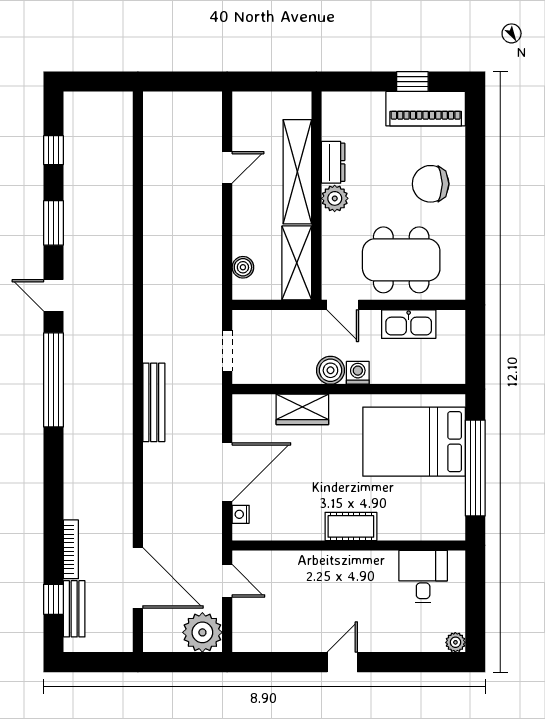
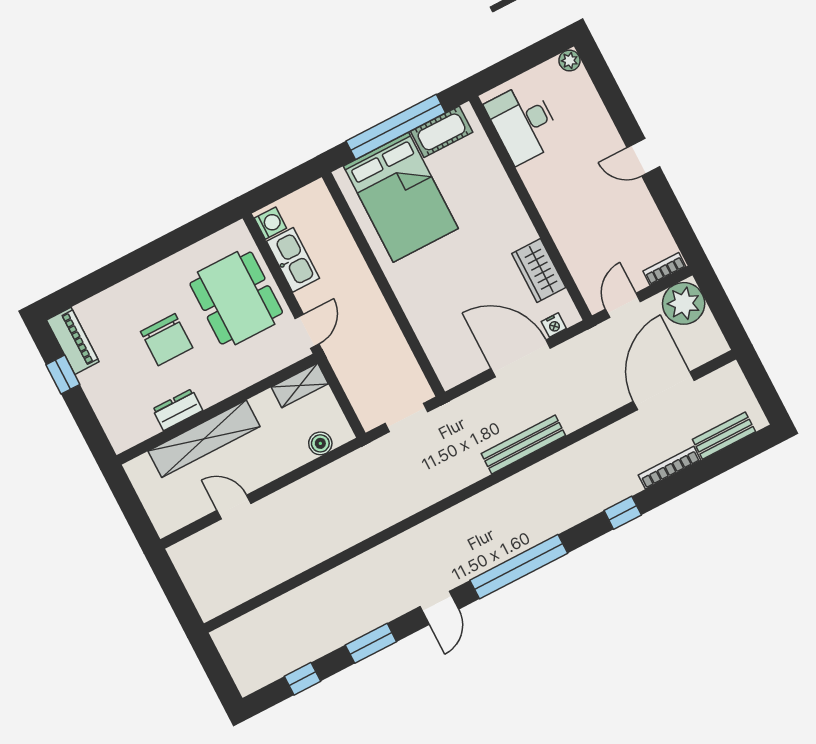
piano: (426, 109) -> (73, 341), width x0.73, depth x0.75
chair: (431, 184) -> (167, 340), moved
plant: (335, 198) -> (211, 391), removed
shelving: (297, 263) -> (300, 385), width x0.67, depth x0.75
boiler: (330, 370) -> (375, 311), removed
washing machine: (358, 373) -> (270, 223), moved, turned 180
bench: (154, 402) -> (523, 444), moved
wardrobe: (302, 409) -> (539, 271), moved, turned 180
cot: (351, 526) -> (442, 132), moved, turned 90
desk: (423, 577) -> (523, 123), width x1.37
window: (53, 599) -> (623, 513), moved
bookcase: (240, 631) -> (664, 269), added

